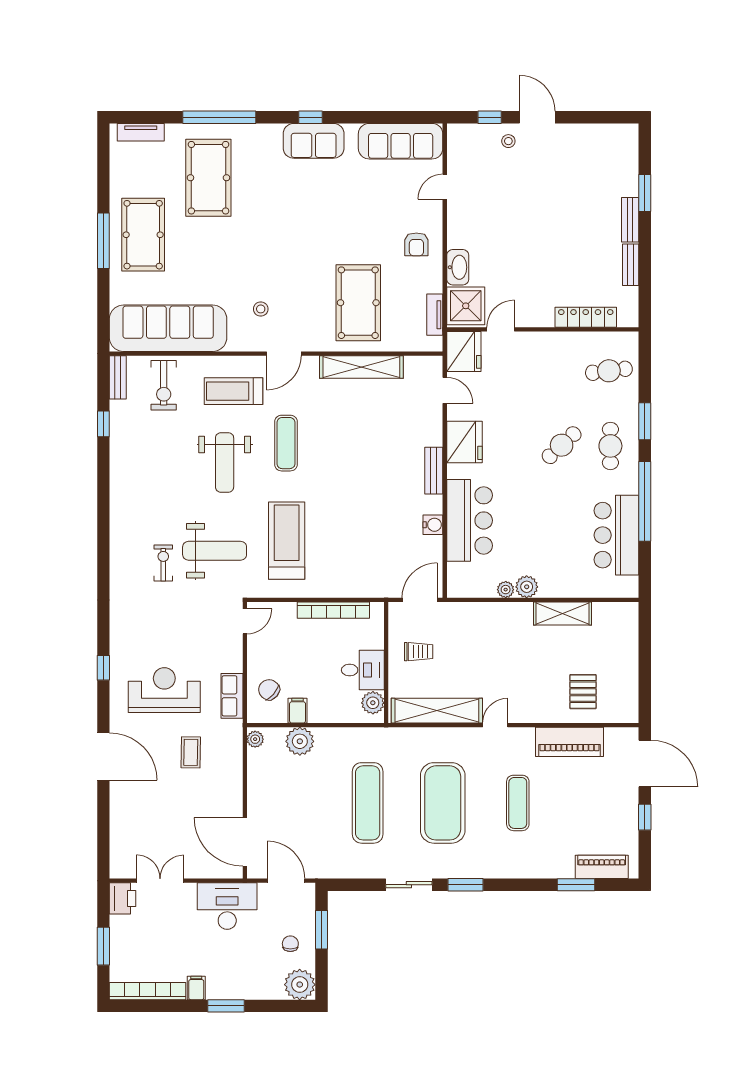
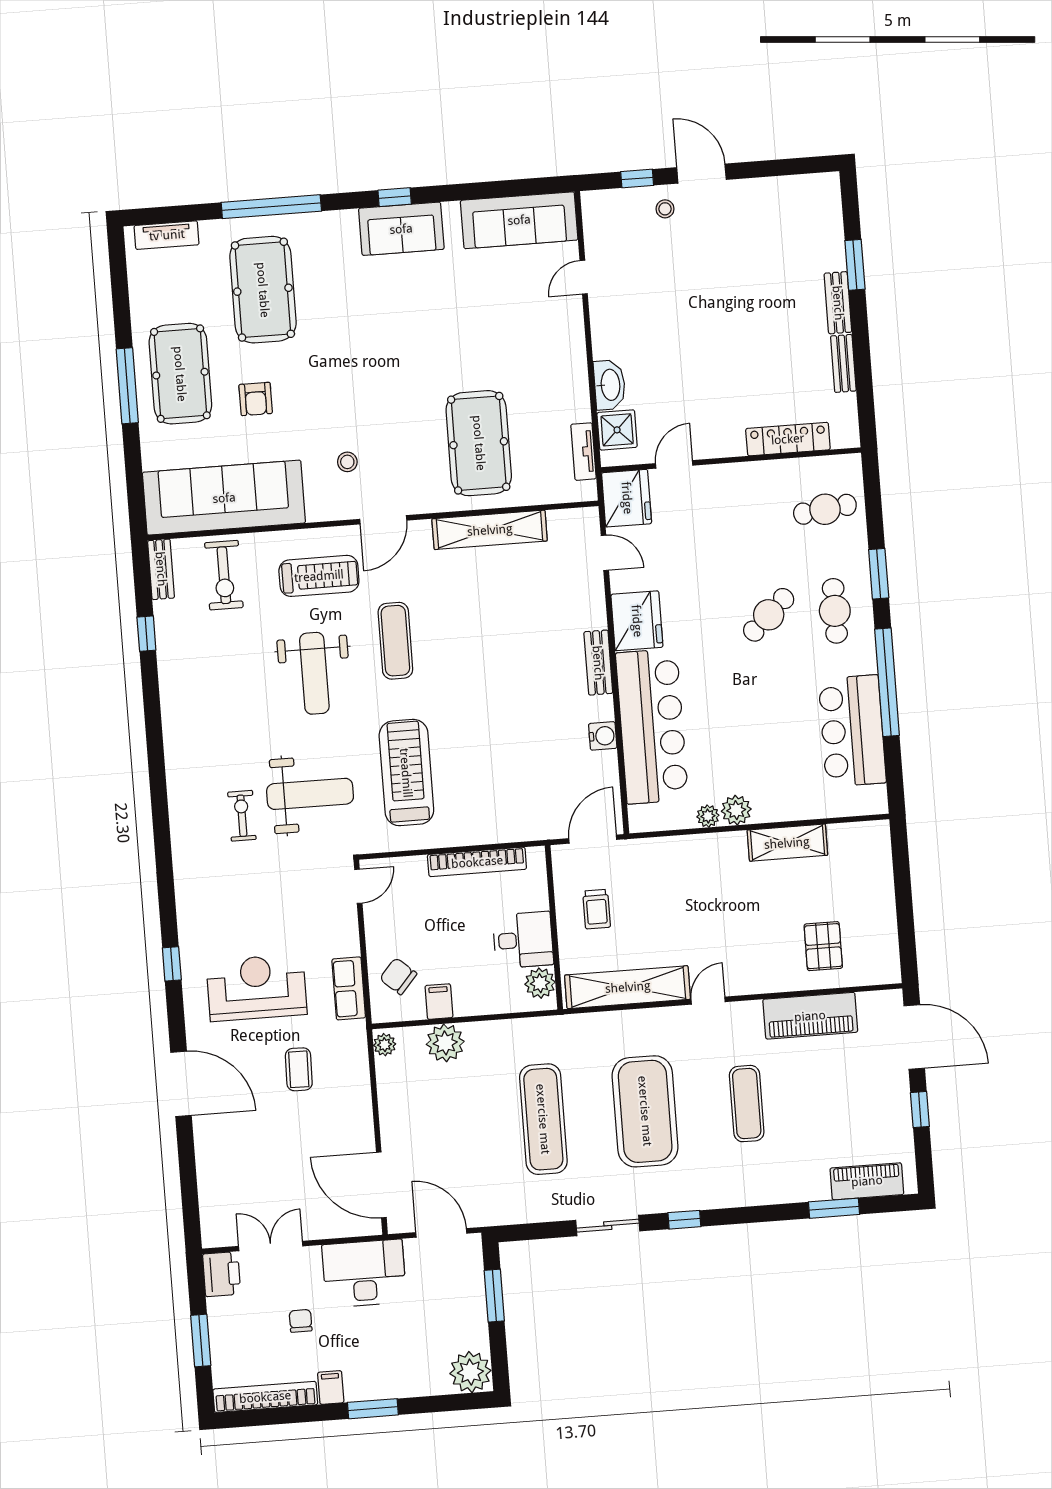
armchair: (416, 244) -> (256, 399), moved
shower: (466, 306) -> (617, 430), width x0.73, depth x0.73
treadmill: (233, 391) -> (319, 576), turned 180
bar counter: (470, 520) -> (652, 726), width x1.36
trolley: (419, 652) -> (597, 909), turned 90
window: (465, 885) -> (684, 1220), width x0.67
chair: (290, 944) -> (301, 1321), moved

